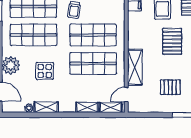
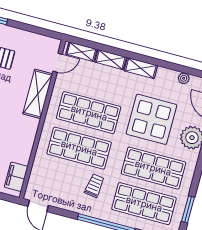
display table: (45, 71) -> (151, 119), width x1.86, depth x1.86
shelving: (46, 107) -> (141, 68), moved

